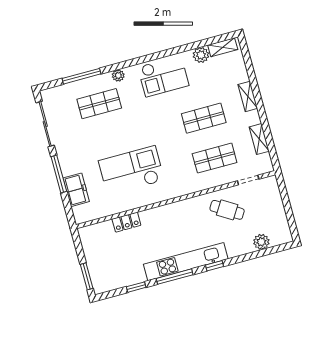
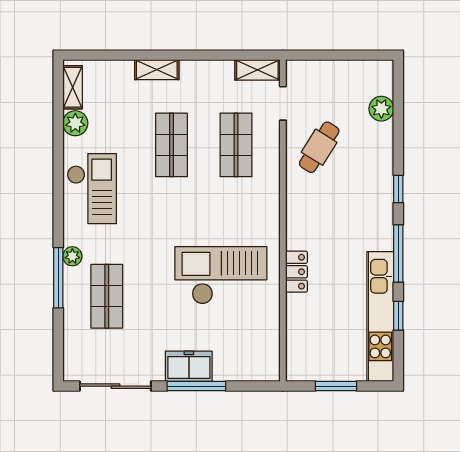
window: (82, 76) -> (58, 278), moved
shelving: (259, 139) -> (257, 70), moved
checkout: (131, 171) -> (221, 275), turned 90
freezer: (76, 190) -> (189, 366), moved
locker: (126, 222) -> (296, 272), moved
kitchen unit: (186, 262) -> (380, 317), moved
window: (87, 276) -> (336, 386), moved

